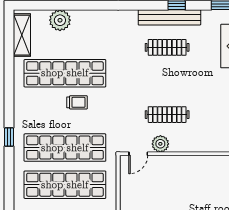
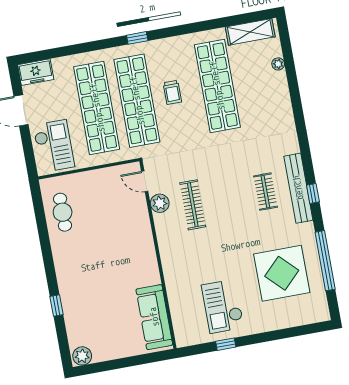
plant: (60, 20) -> (278, 64), width x0.53, depth x0.53
clothes rail: (167, 47) -> (265, 192), width x0.73
trolley: (77, 102) -> (172, 92), moved

